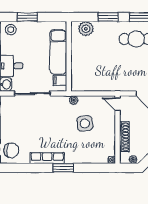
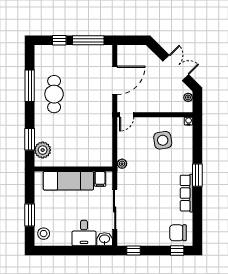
window: (108, 17) -> (30, 139), moved
side table: (85, 123) -> (163, 140), moved
shoe rack: (124, 137) -> (163, 107), removed
chair: (11, 150) -> (178, 233), turned -90

